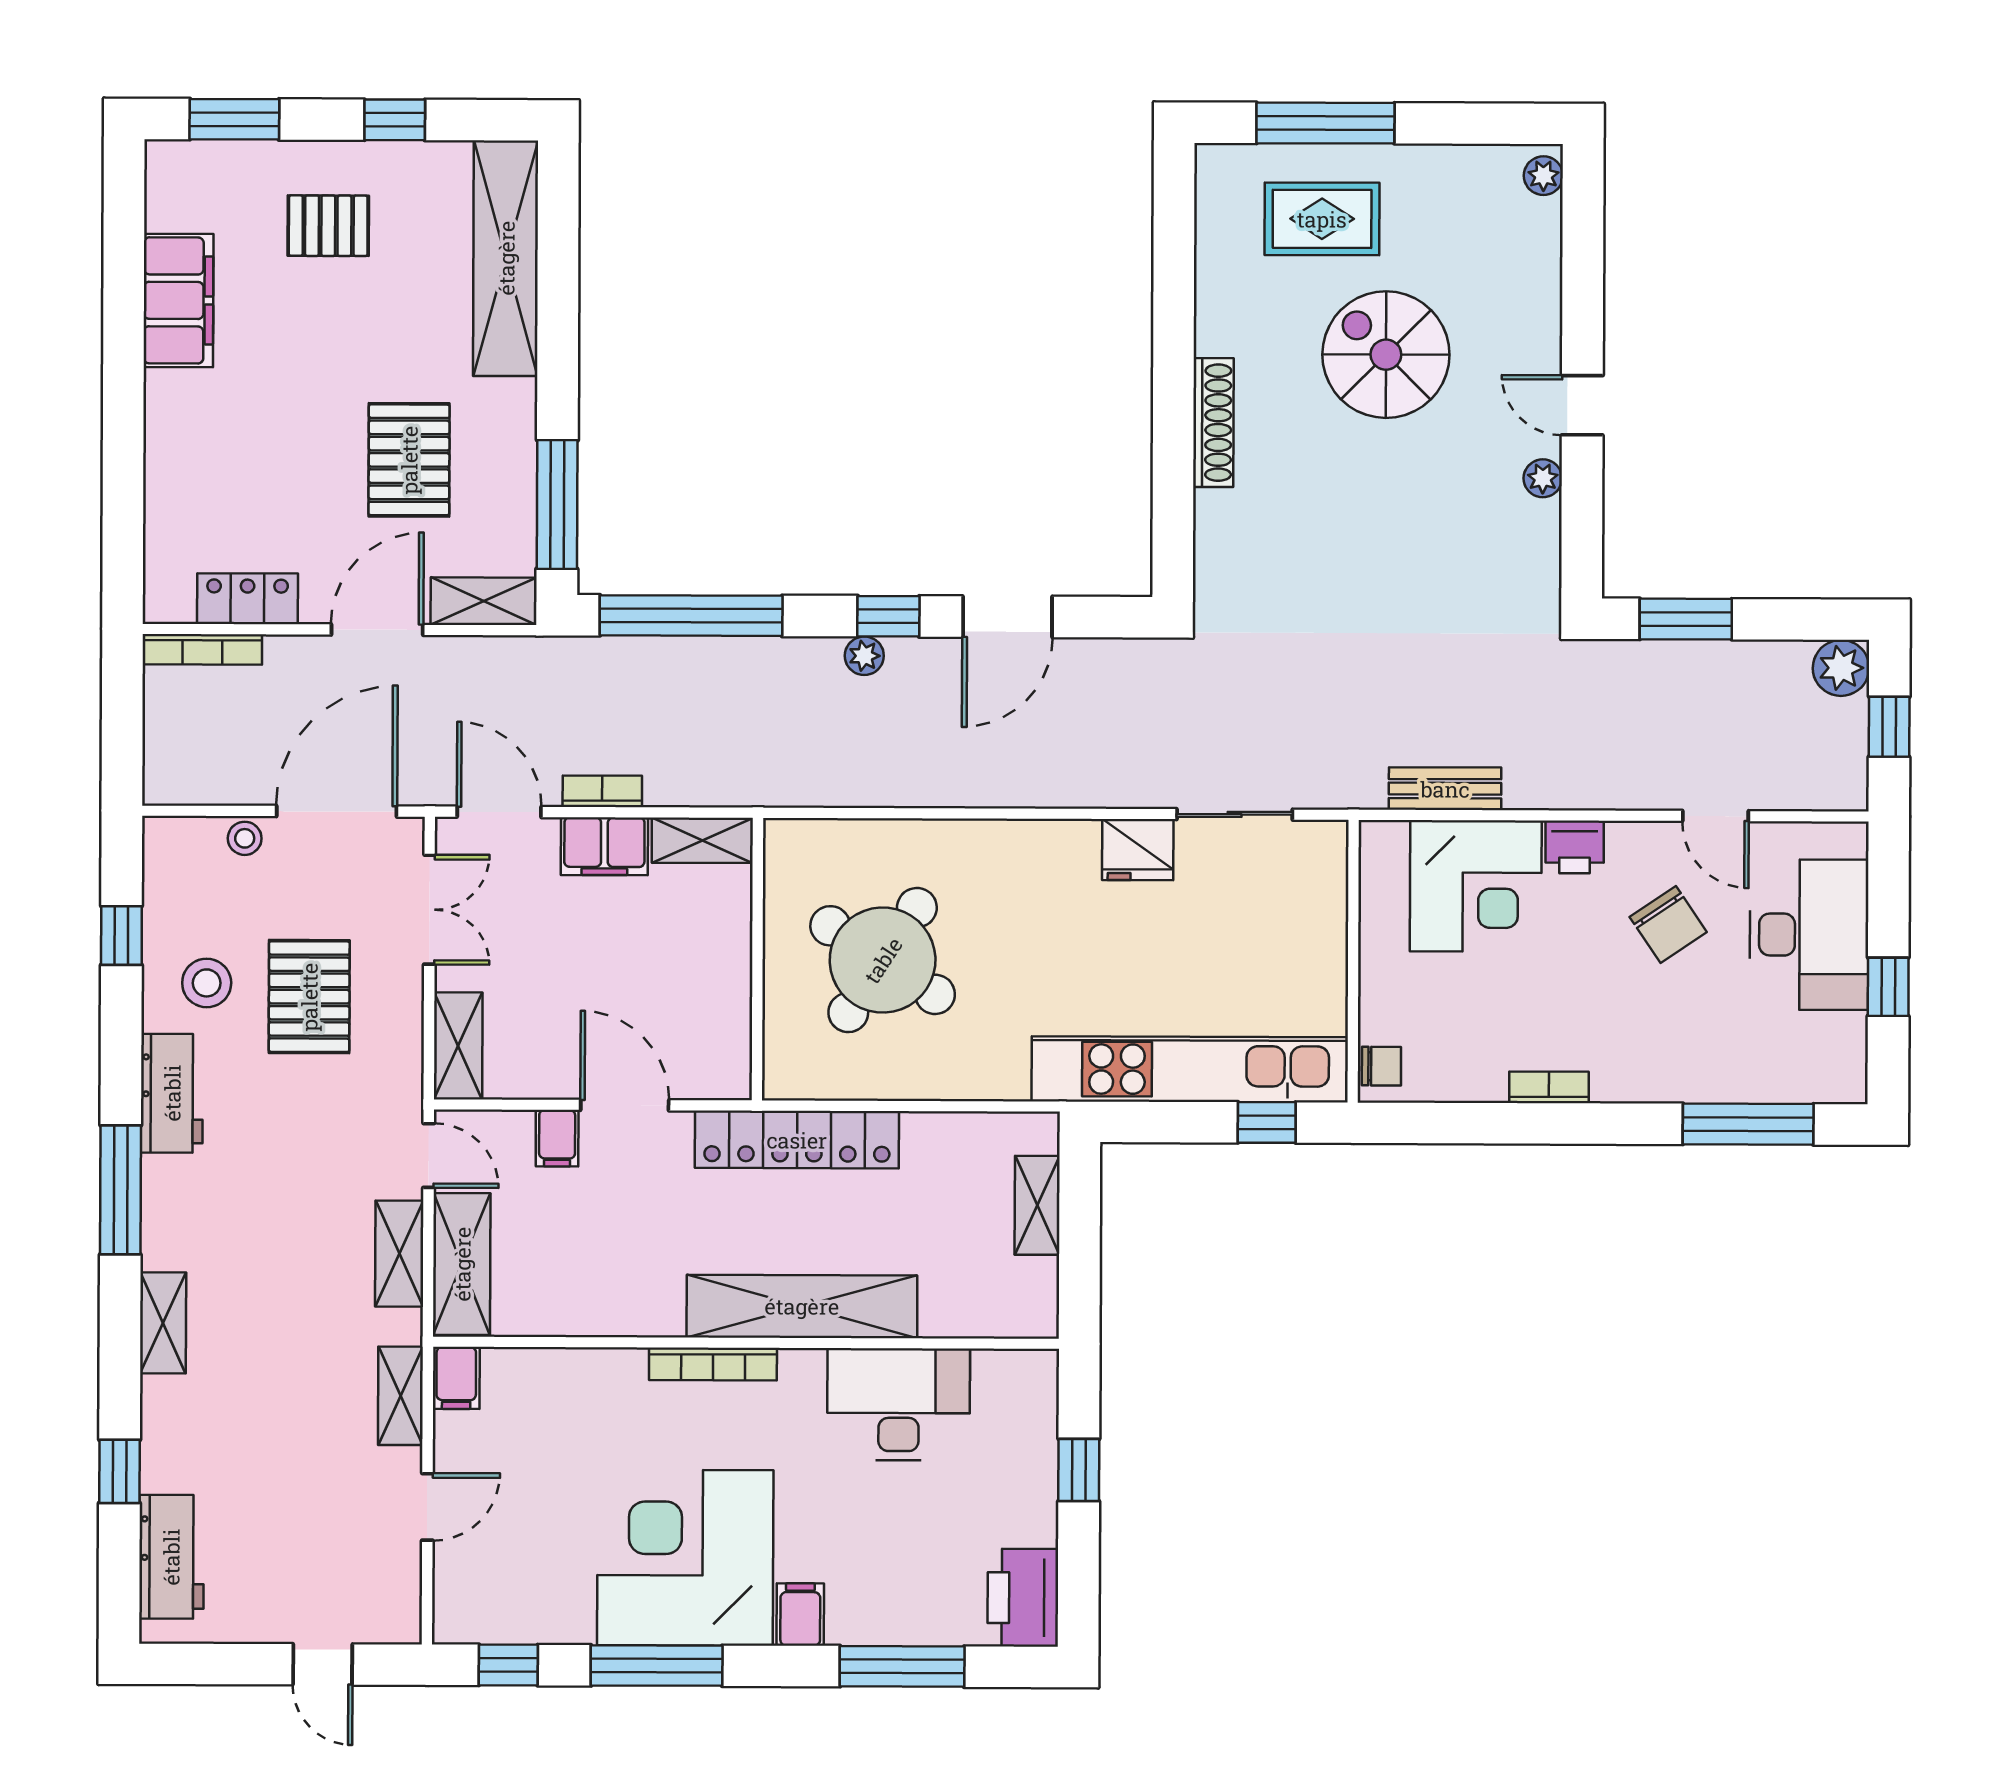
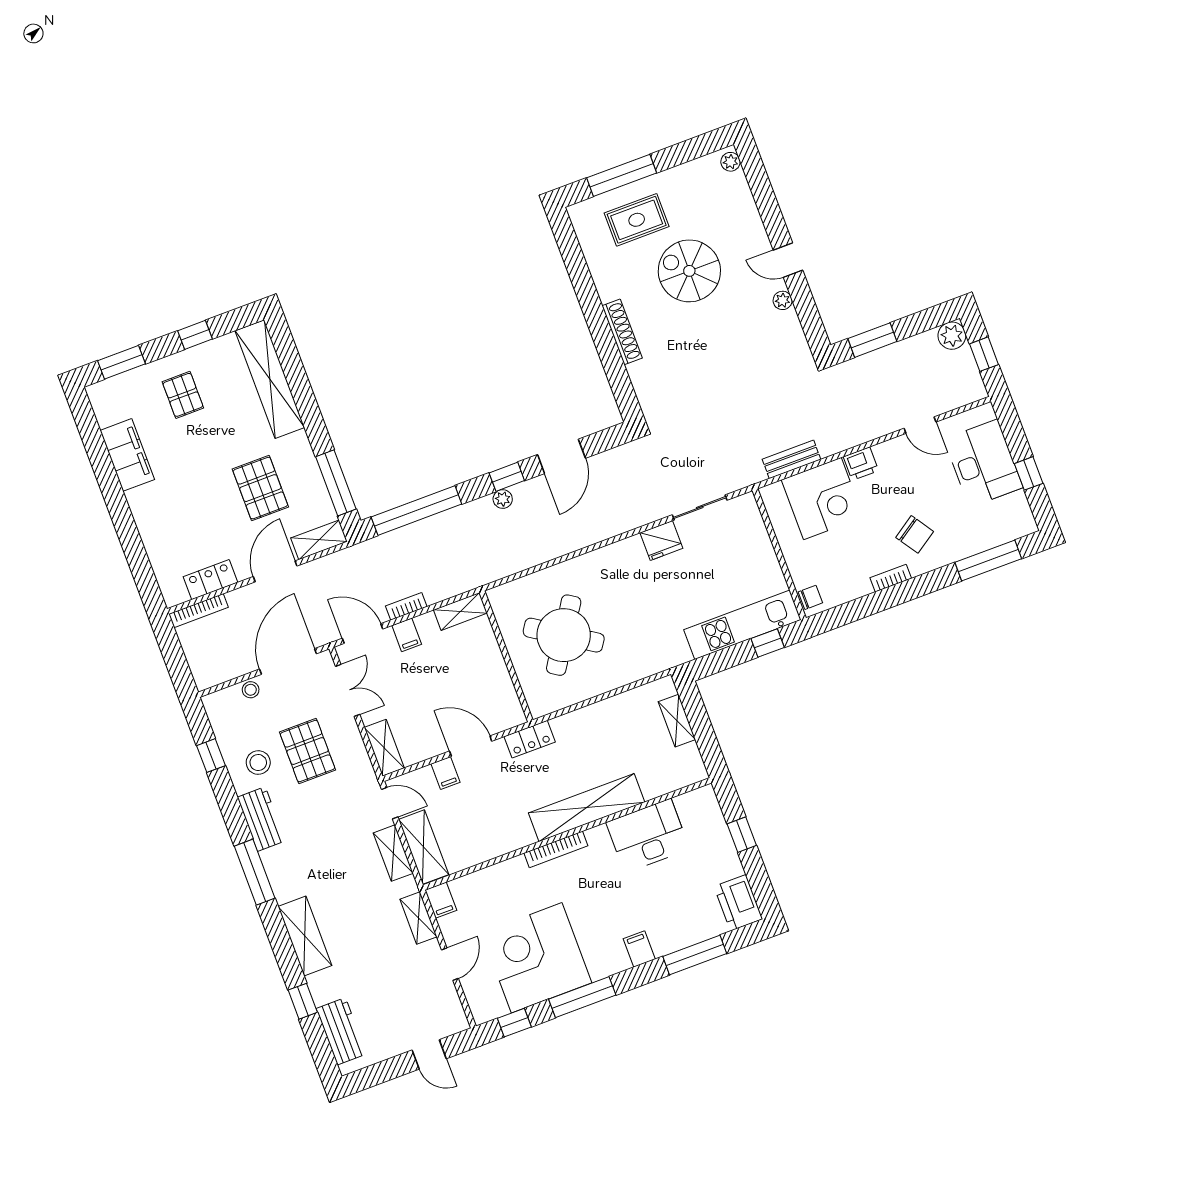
pallet: (328, 226) -> (183, 395), turned 90
filing cabinet: (604, 846) -> (407, 635), width x0.50
chair: (1668, 924) -> (915, 534), moved
kitchen unit: (1190, 1069) -> (742, 625), width x0.73
locker: (797, 1140) -> (530, 739), width x0.46, depth x0.83
shelving: (163, 1323) -> (305, 936), width x1.50, depth x1.33
corner desk: (685, 1558) -> (537, 958), moved

